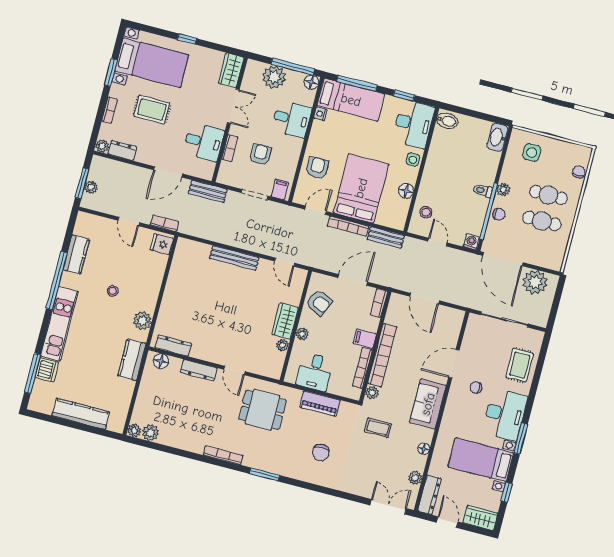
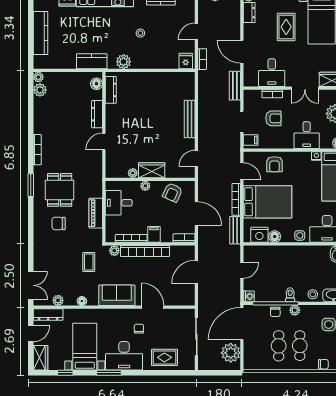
armchair: (317, 168) -> (274, 164), turned 90
nightstand: (399, 209) -> (259, 235), added
stool: (426, 212) -> (313, 294), moved
dining table: (263, 410) -> (60, 190), moved

